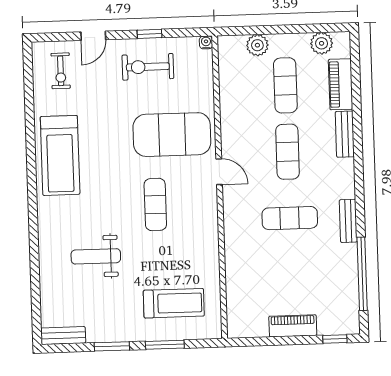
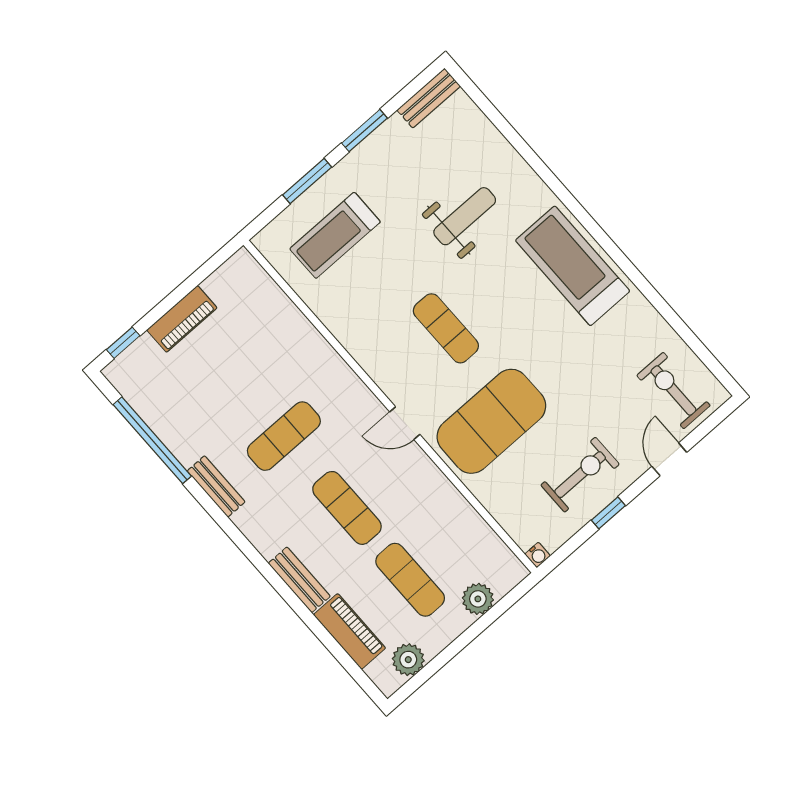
exercise bike: (61, 71) -> (673, 390), width x1.38, depth x1.39
treadmill: (60, 155) -> (573, 266), moved

